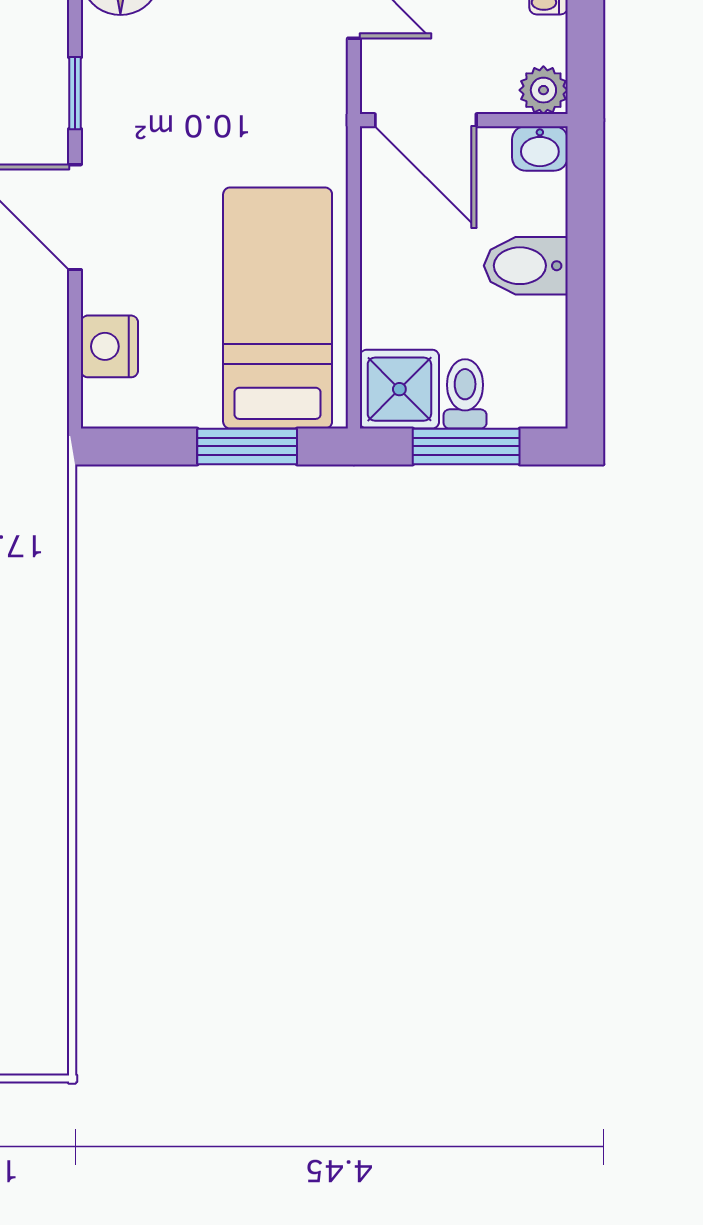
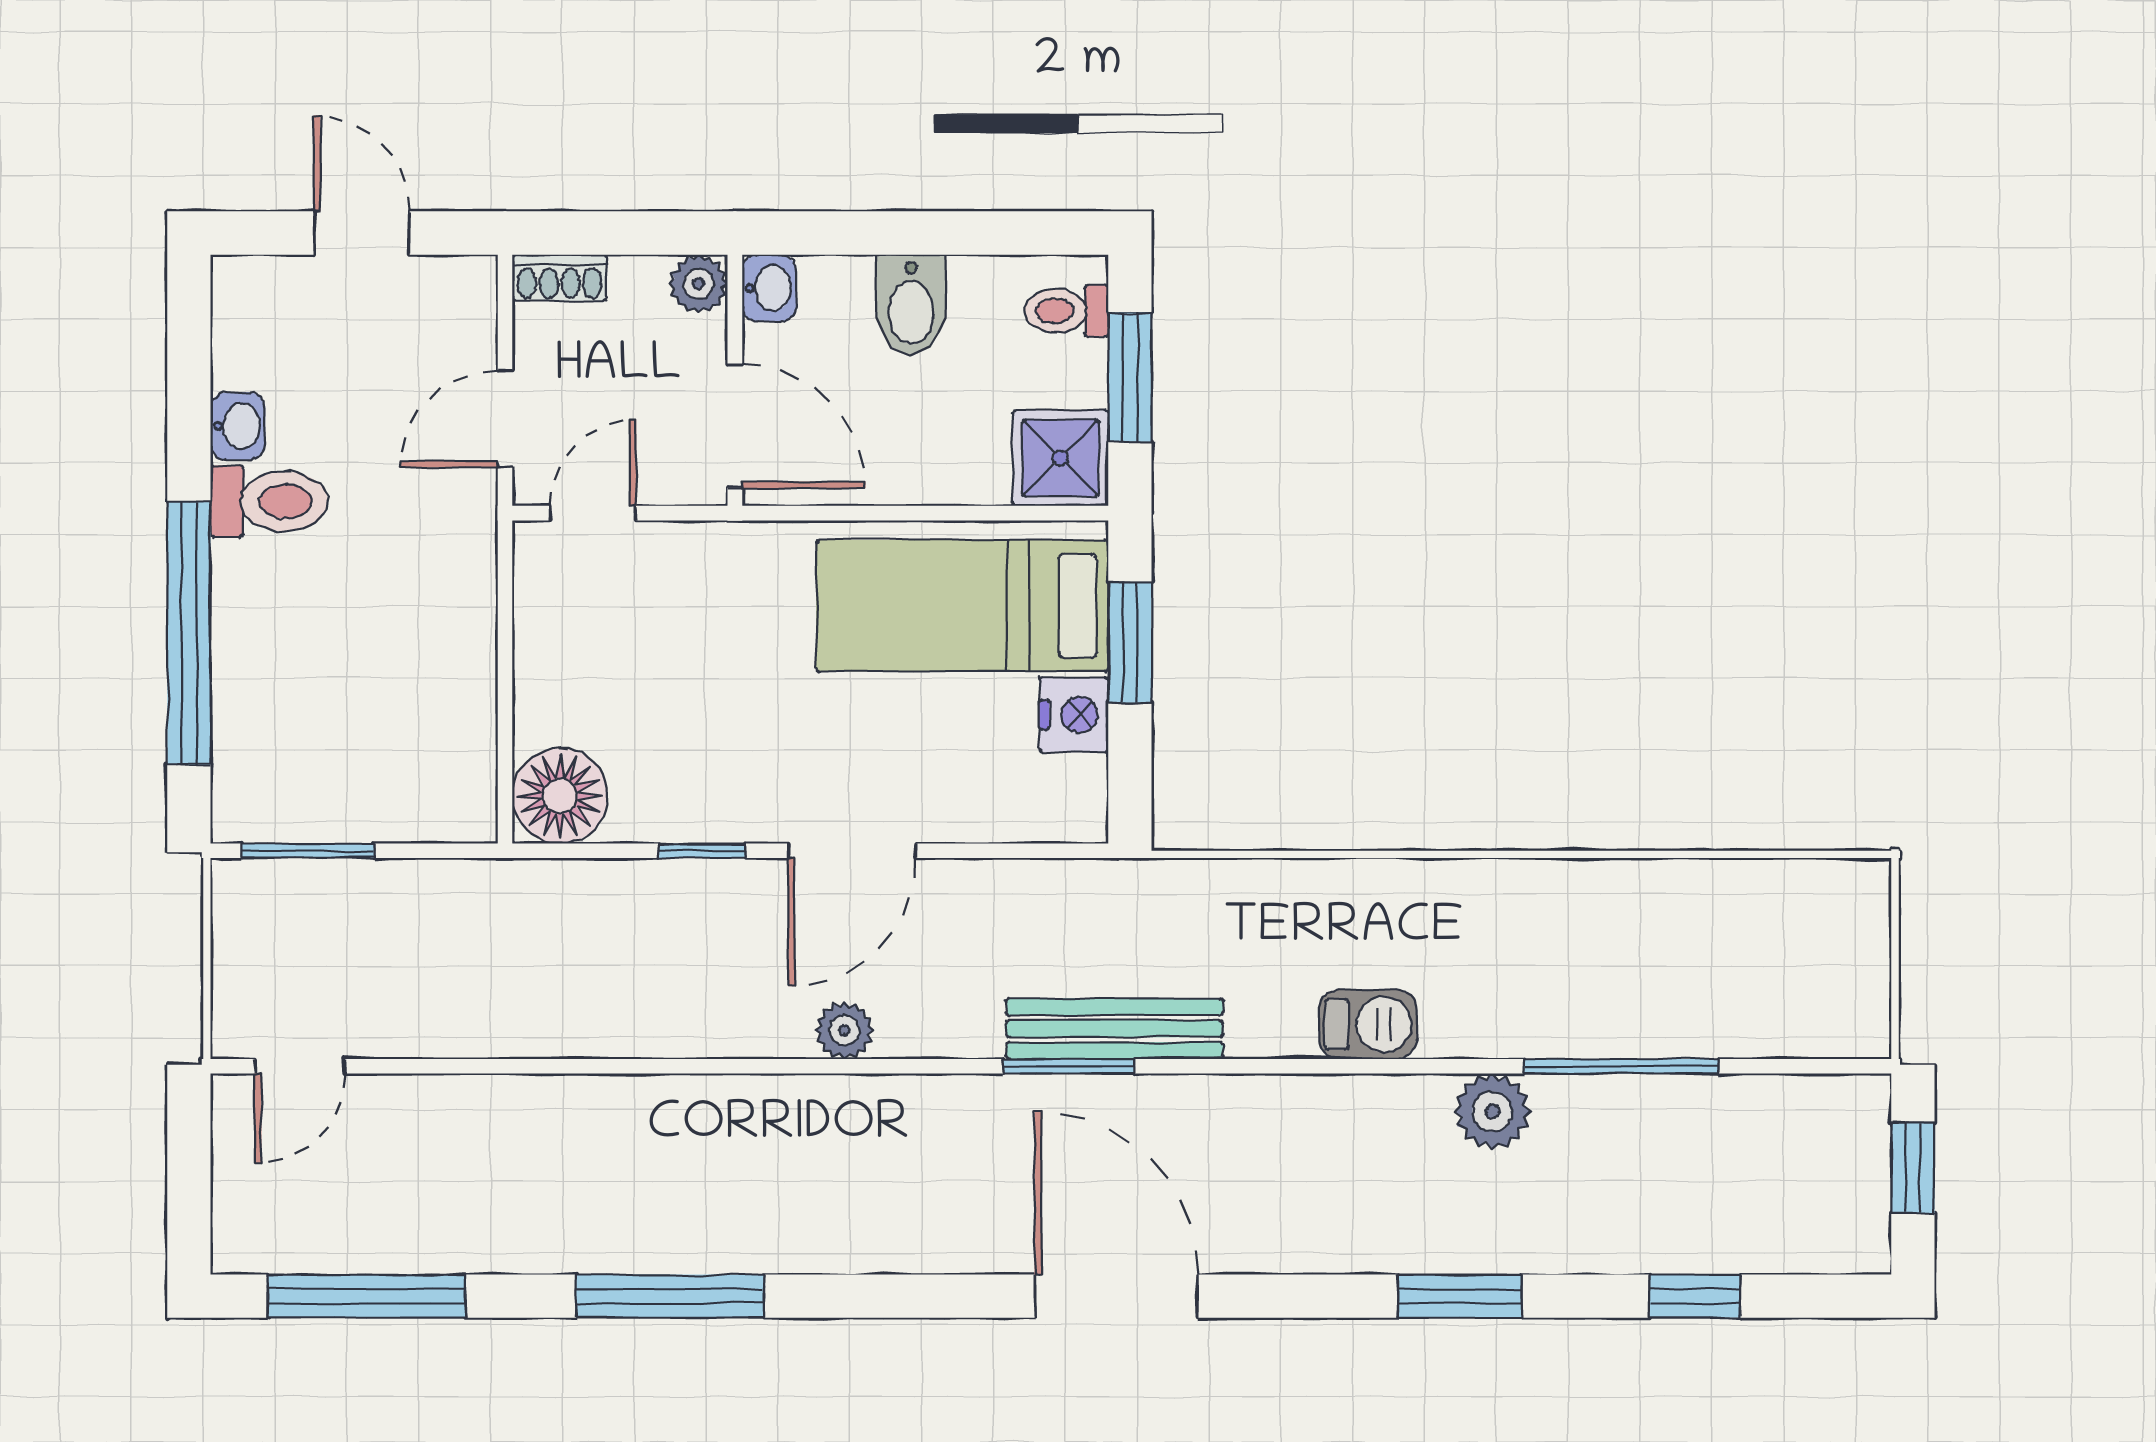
door: (426, 120) -> (735, 426), hinge flipped
nightstand: (109, 346) -> (1074, 715), moved, turned -90
toilet: (465, 394) -> (1066, 311), moved

